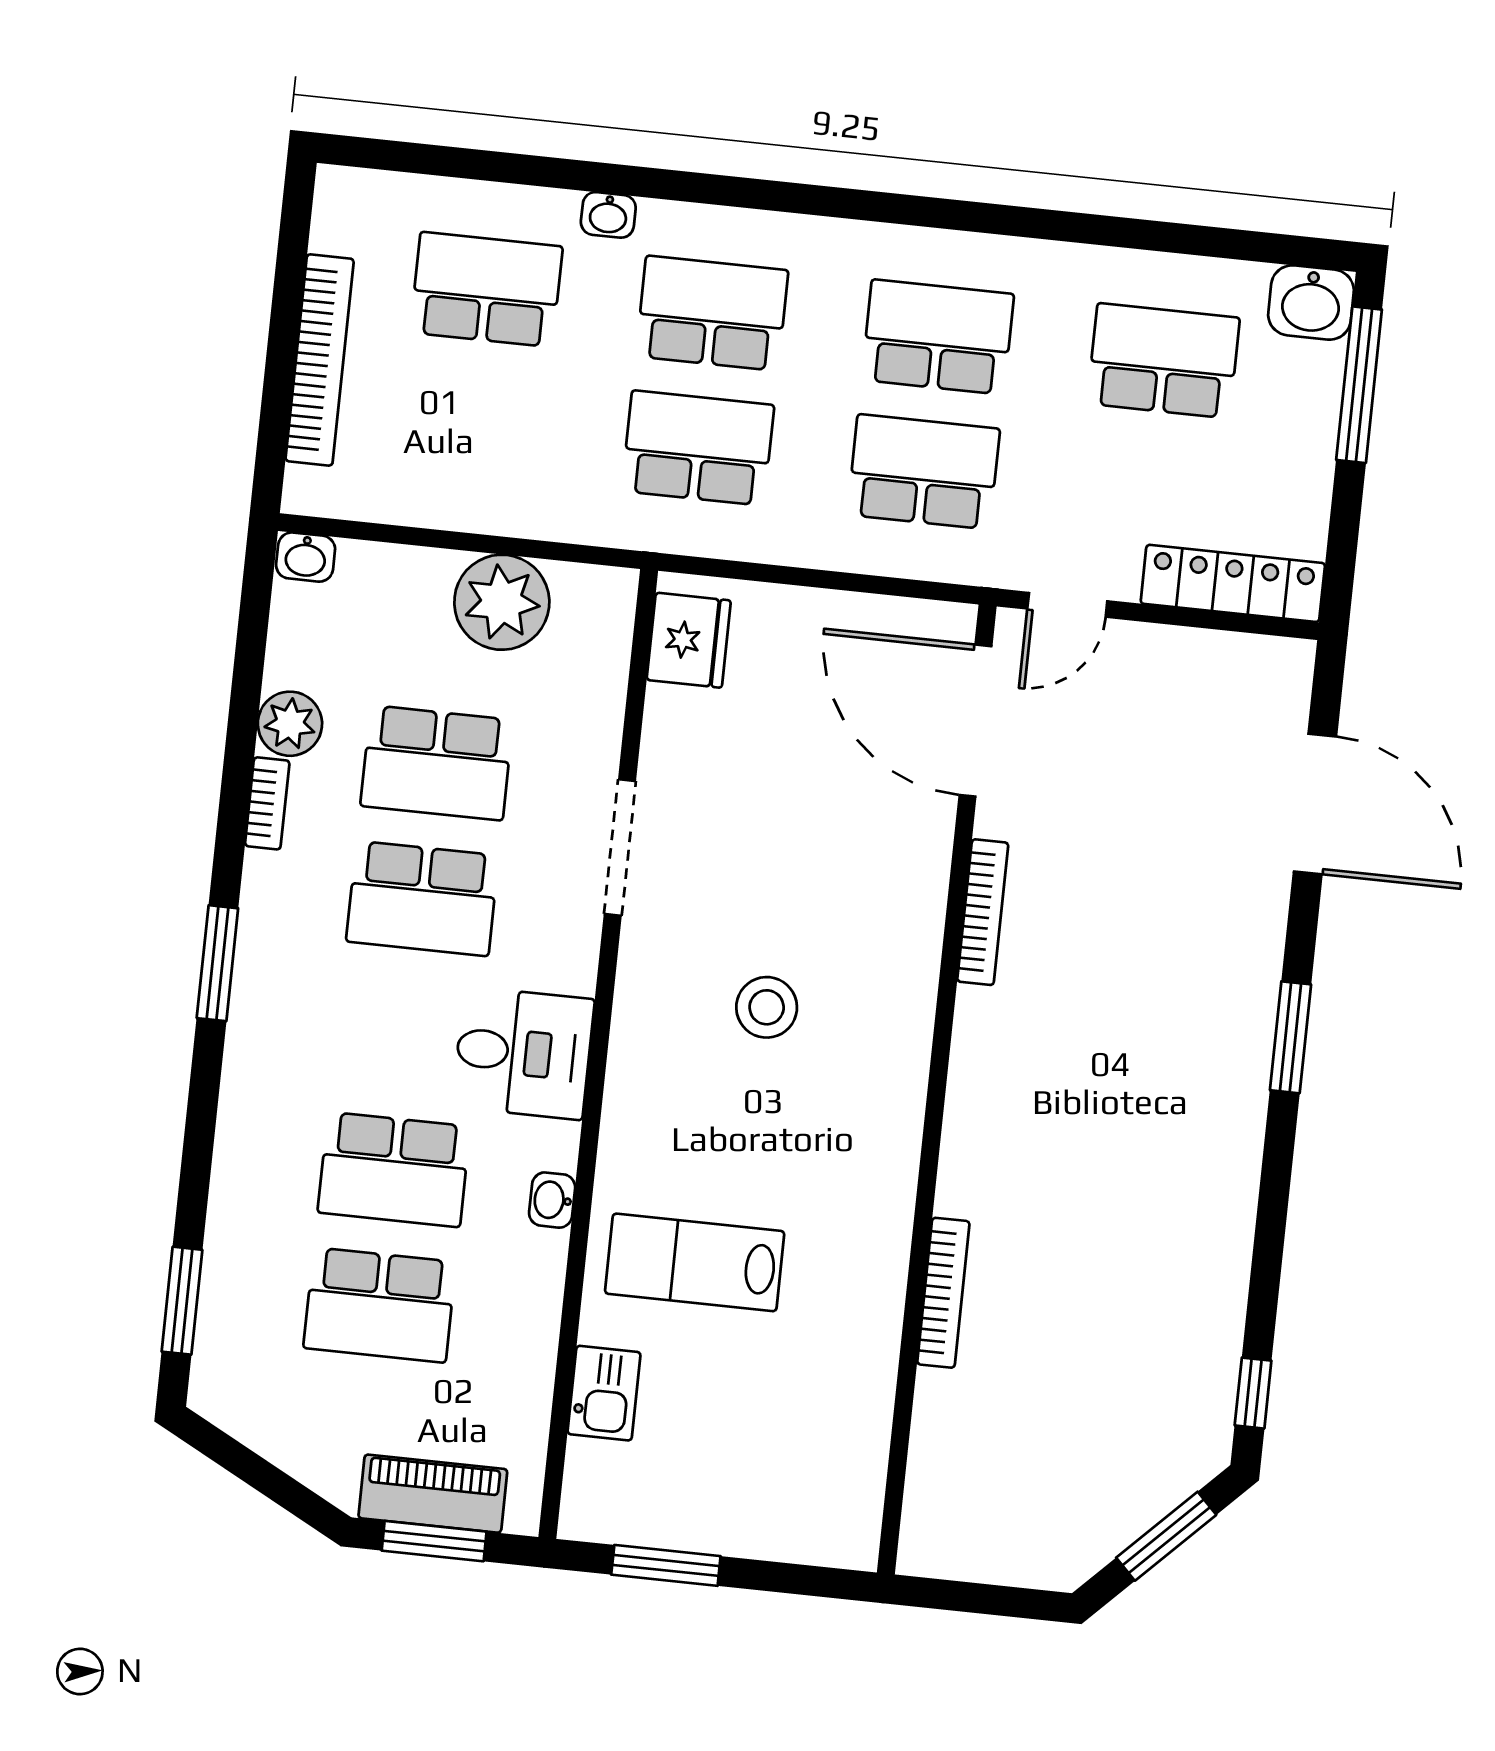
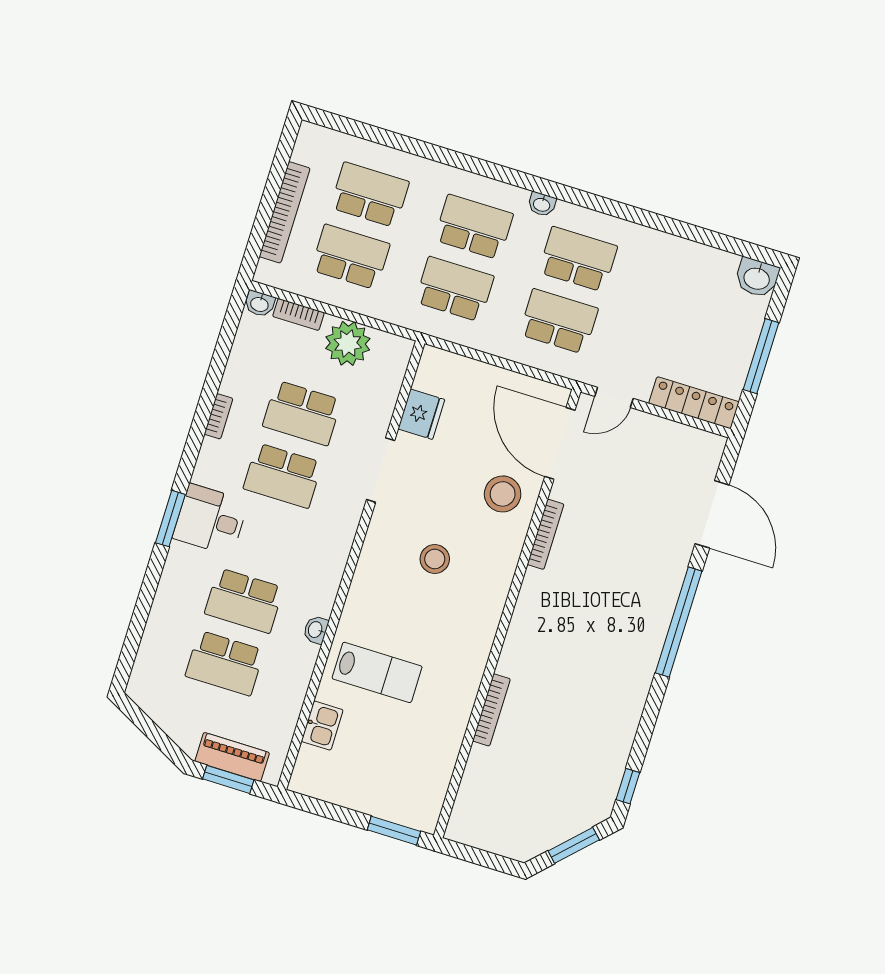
washbasin: (608, 215) -> (542, 204), moved
school desk: (1163, 361) -> (350, 257), moved
window: (1359, 385) -> (761, 356), moved
bookcase: (389, 563) -> (298, 314), added
fridge: (689, 640) -> (421, 414), moved
plant: (290, 724) -> (237, 381), removed
stool: (879, 847) -> (503, 494), added
window: (217, 963) -> (170, 519), moved
window: (1290, 1037) -> (679, 622), width x2.11
desk: (523, 1053) -> (211, 520), moved, turned 180
lab bench: (695, 1262) -> (377, 672), turned 180
window: (182, 1301) -> (132, 643), removed
window: (666, 1565) -> (394, 831), moved

